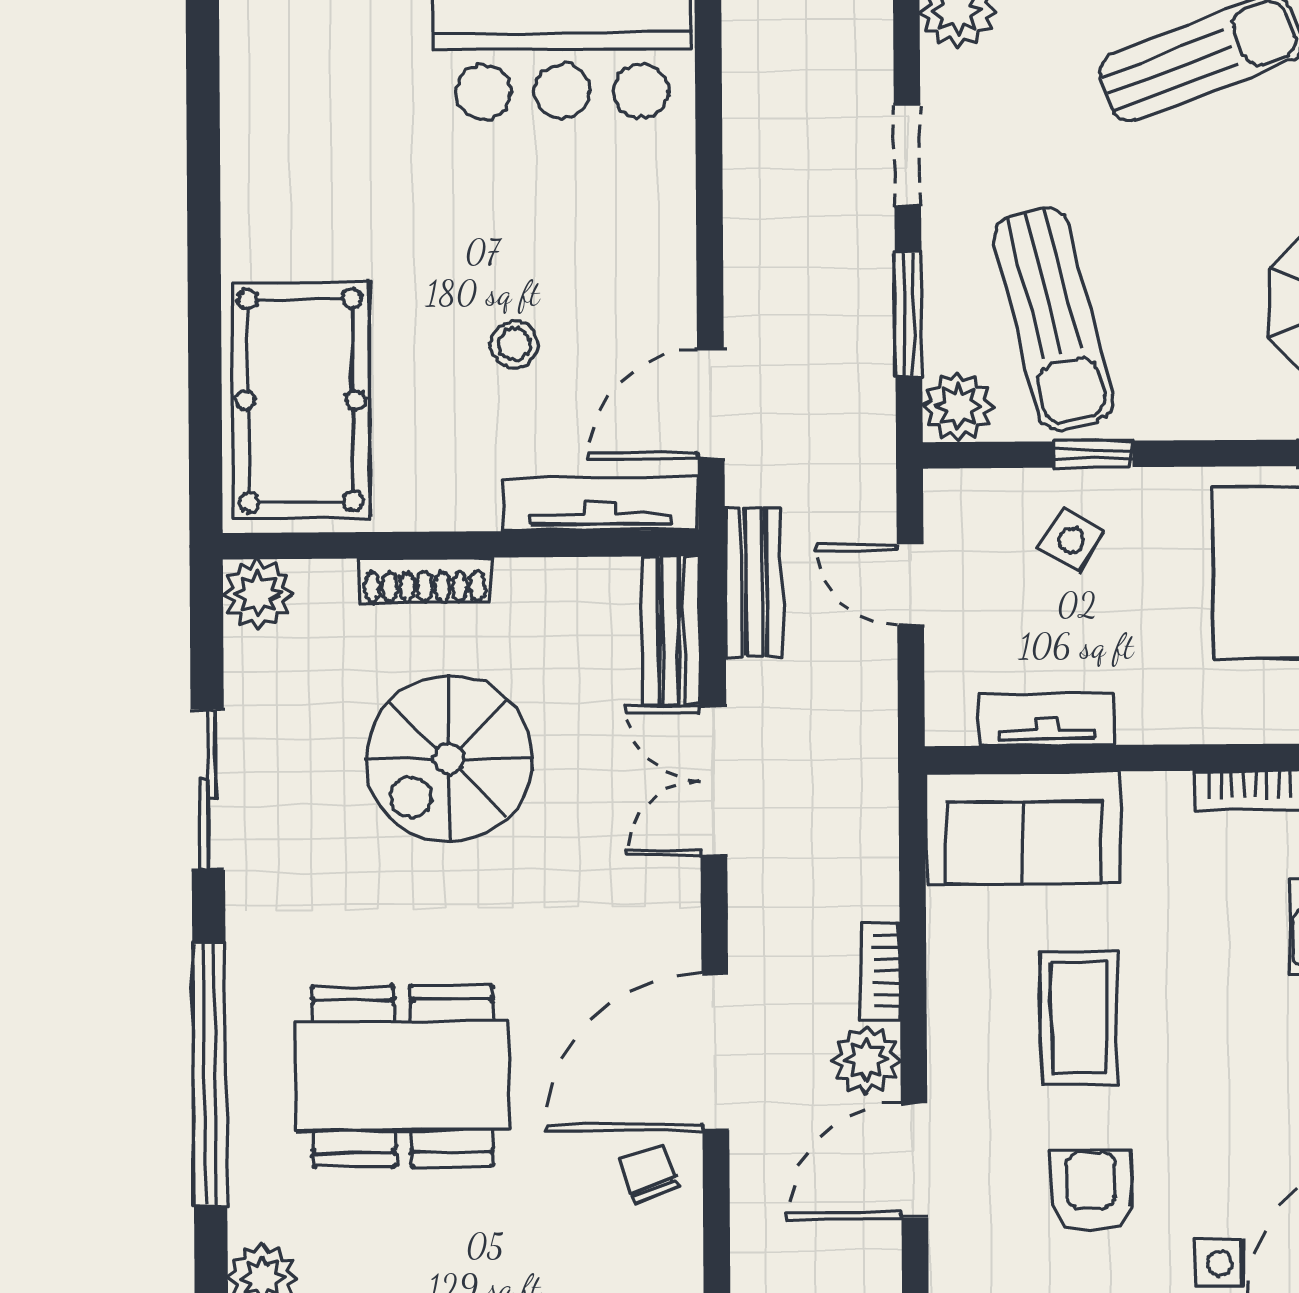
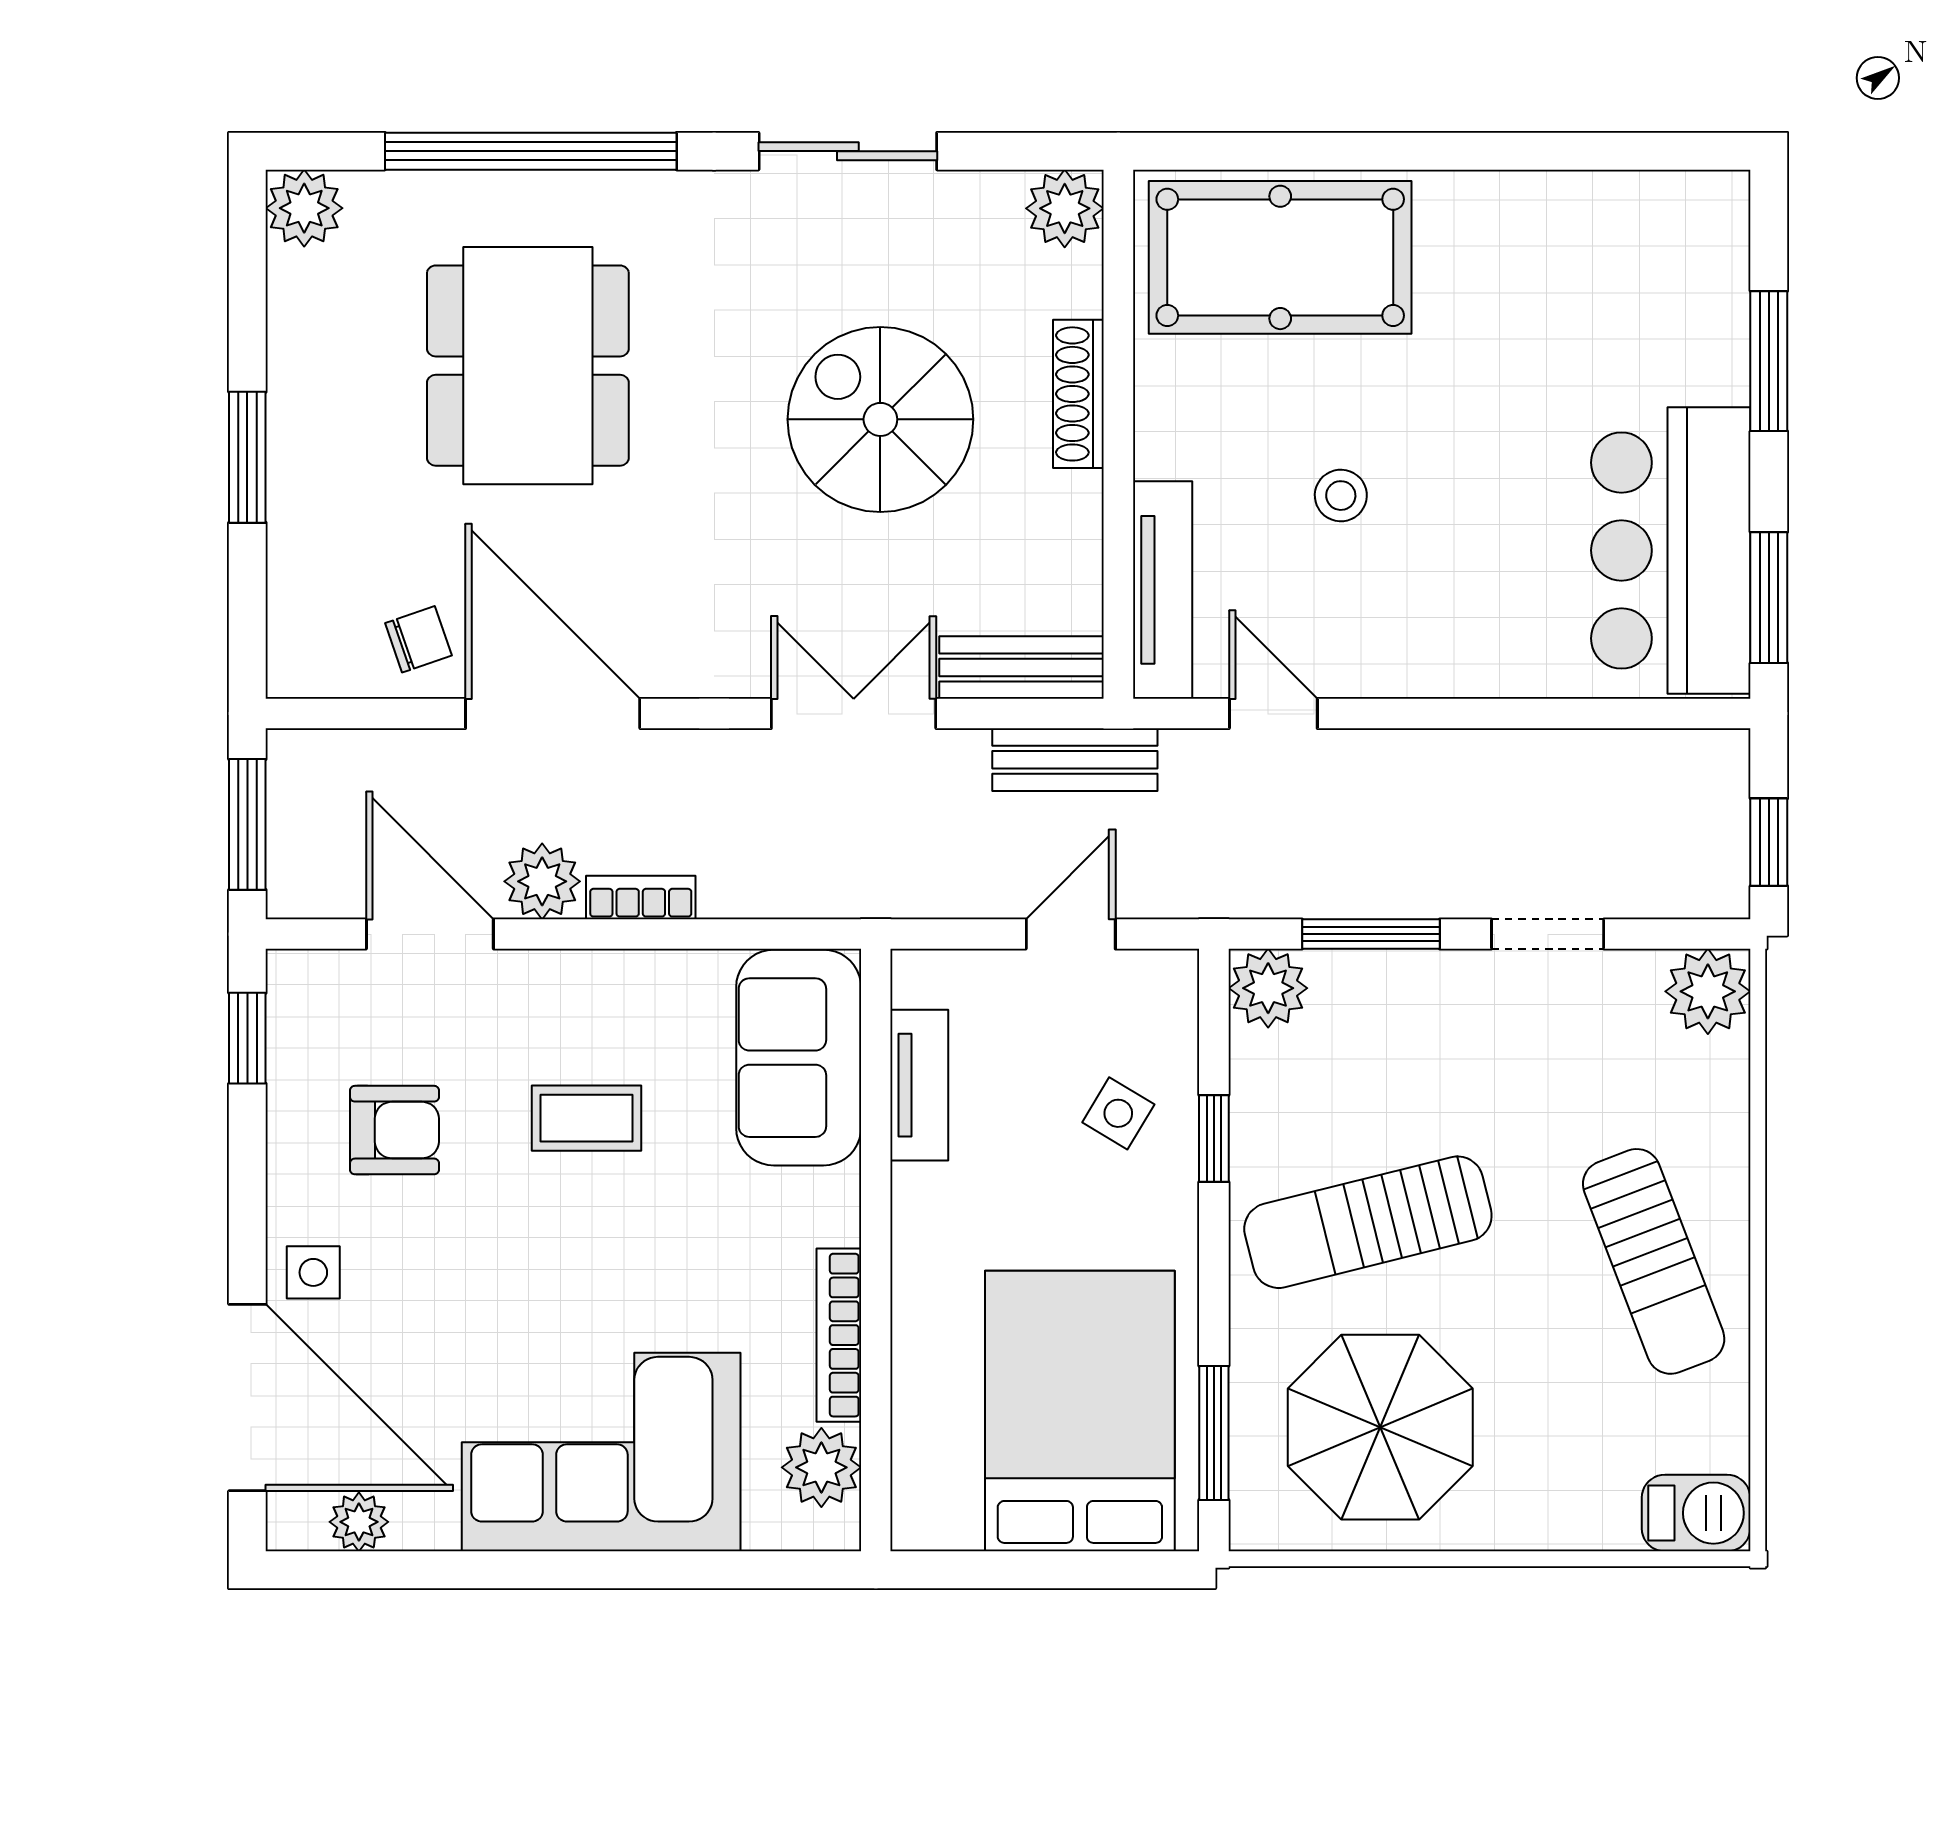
sun lounger: (1053, 319) -> (1368, 1222), moved
door: (711, 403) -> (1273, 714), width x0.73
coffee table: (1079, 1019) -> (586, 1118), width x0.73, depth x0.77

